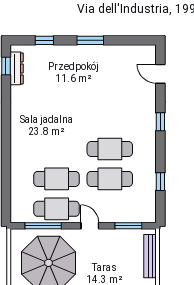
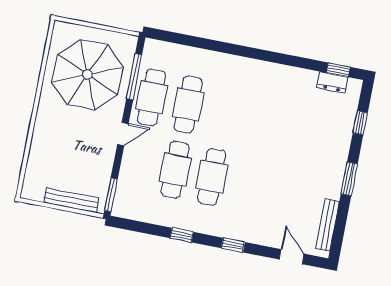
bench: (130, 50) -> (328, 225), added
dresser: (17, 68) -> (333, 82), width x0.70
door: (160, 74) -> (292, 257), hinge flipped
window: (160, 182) -> (182, 235), moved
window: (128, 226) -> (111, 195), moved

